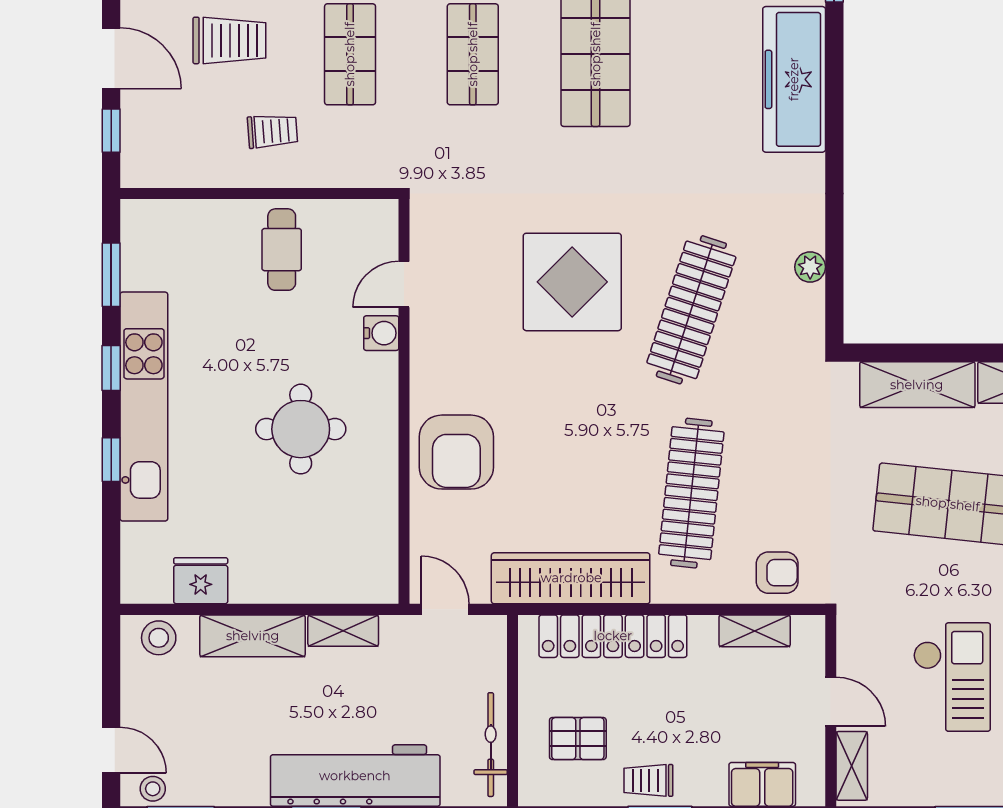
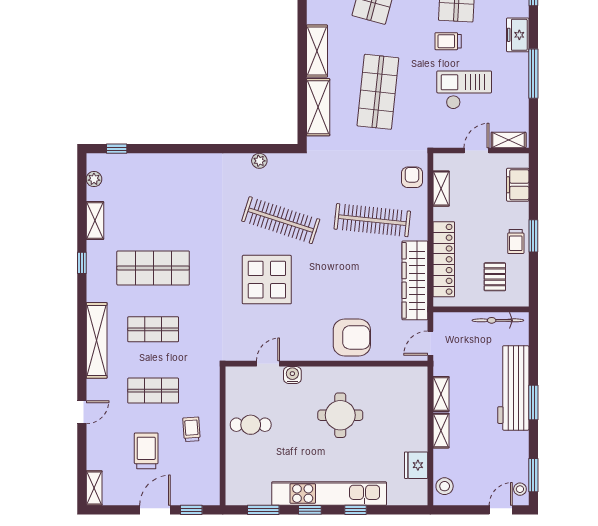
freezer: (794, 79) -> (166, 169), removed
door: (404, 284) -> (268, 364), swing flipped
shelving: (253, 636) -> (441, 431), width x0.67, depth x0.75

